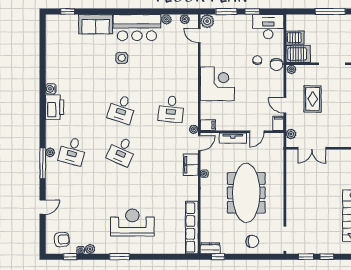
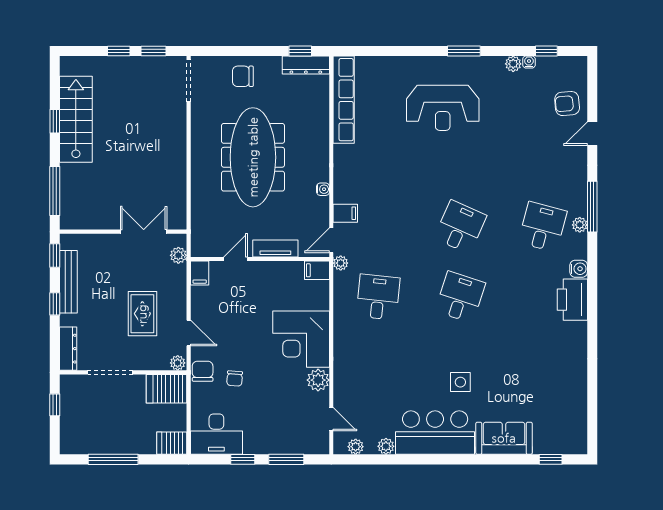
plant: (207, 21) -> (318, 380), moved
server rack: (295, 38) -> (172, 443), moved
water cooler: (51, 89) -> (579, 269), moved
door: (285, 105) -> (189, 333), moved
filing cabinet: (191, 165) -> (345, 213), width x0.50
armchair: (62, 240) -> (567, 104), moved
dresser: (210, 248) -> (306, 65), width x1.44

